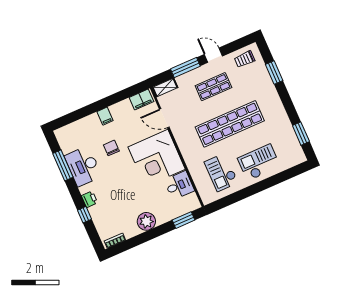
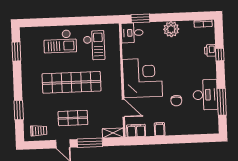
filing cabinet: (105, 116) -> (160, 129), moved
desk: (179, 185) -> (132, 33), moved
printer: (89, 199) -> (210, 50), moved

